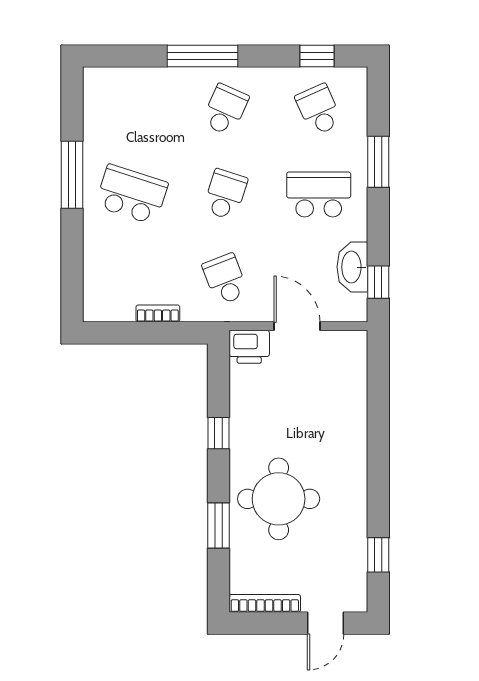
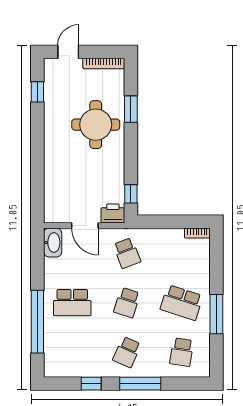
window: (317, 56) -> (91, 384), moved
school desk: (319, 110) -> (182, 352), moved, turned 33
window: (378, 162) -> (37, 322), width x2.11
washbasin: (352, 267) -> (53, 243), moved
window: (378, 282) -> (37, 251), removed
bookcase: (158, 313) -> (197, 233), moved
window: (219, 433) -> (131, 194), moved

